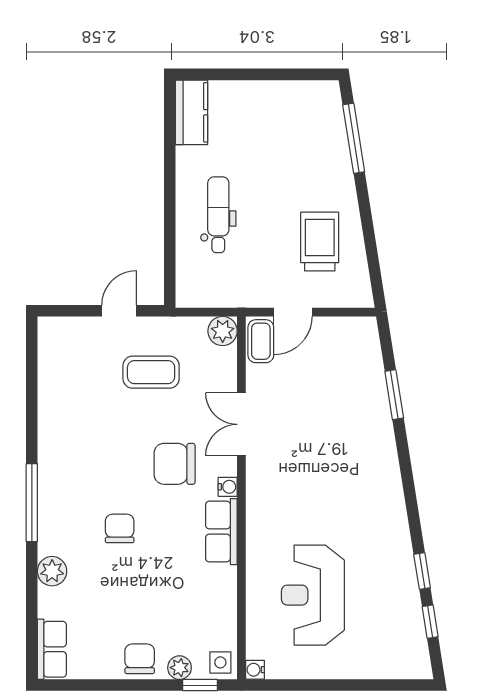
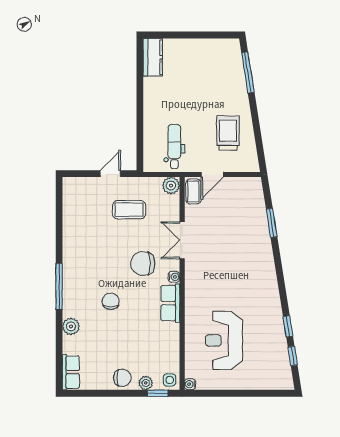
dental chair: (218, 215) -> (174, 146), moved
chair: (140, 659) -> (122, 378), turned 90

